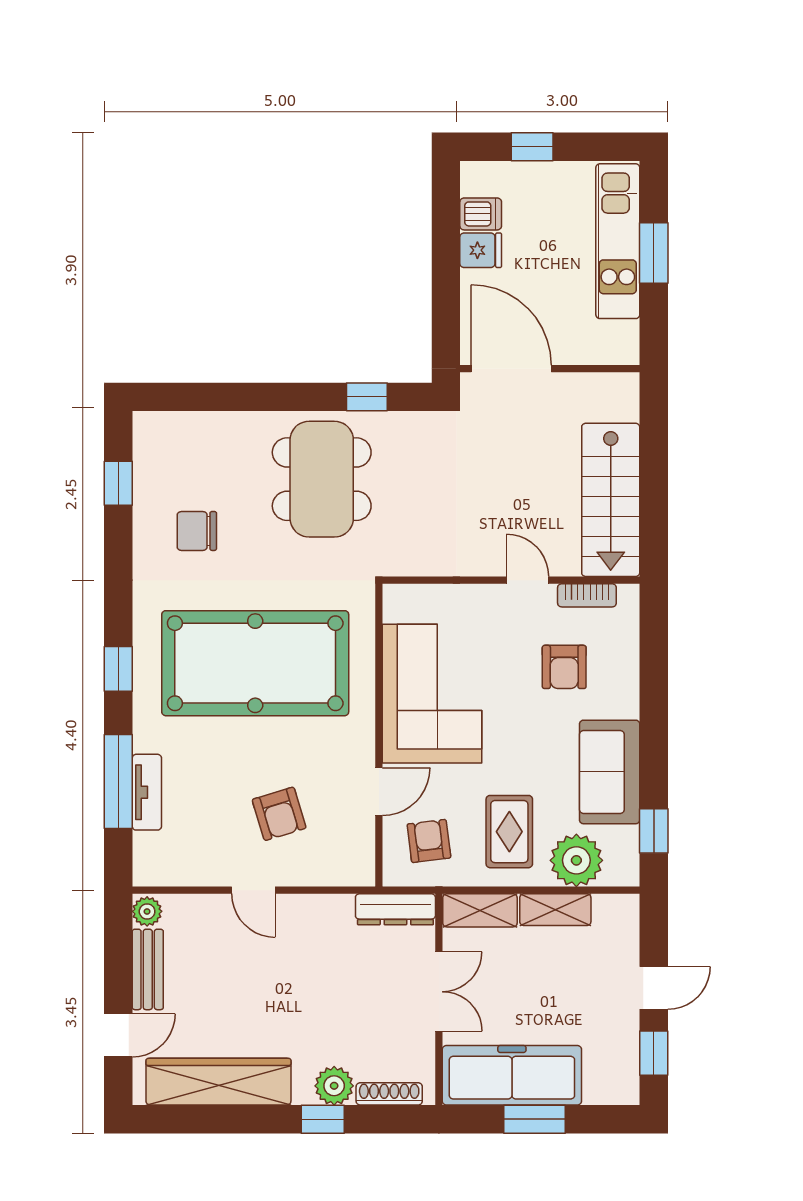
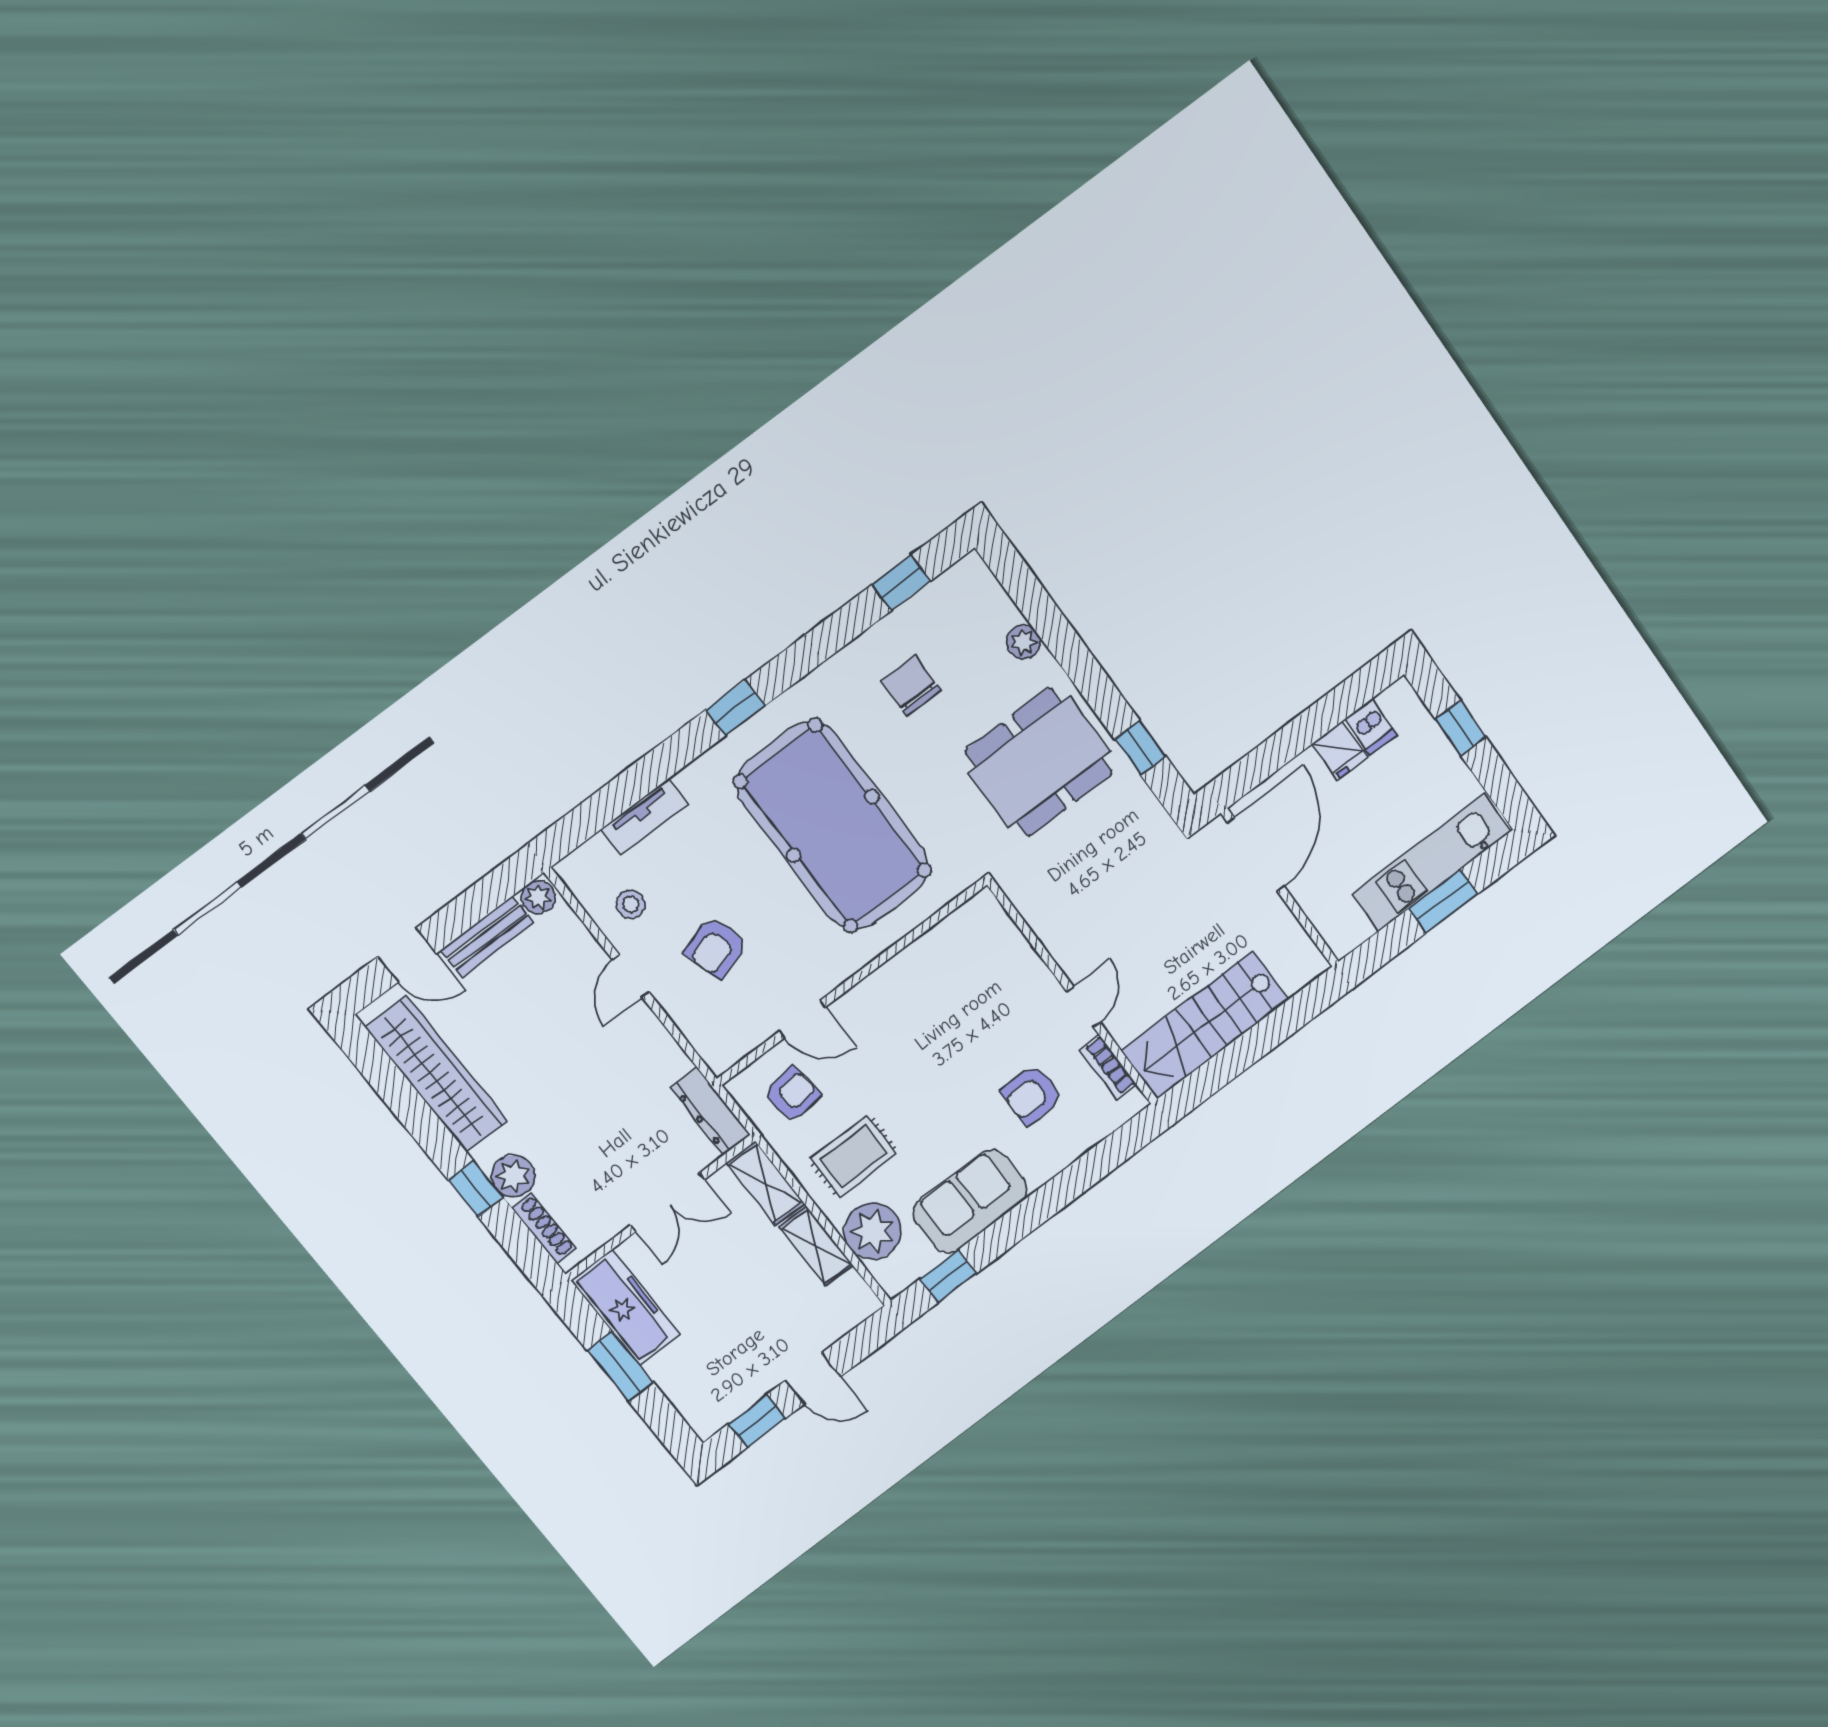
plant: (226, 426) -> (1023, 642), added
corner sofa: (432, 694) -> (923, 1000), removed
window: (118, 781) -> (635, 784), removed
stool: (202, 850) -> (631, 904), added
freezer: (512, 1075) -> (626, 1307), width x0.73, depth x0.79

